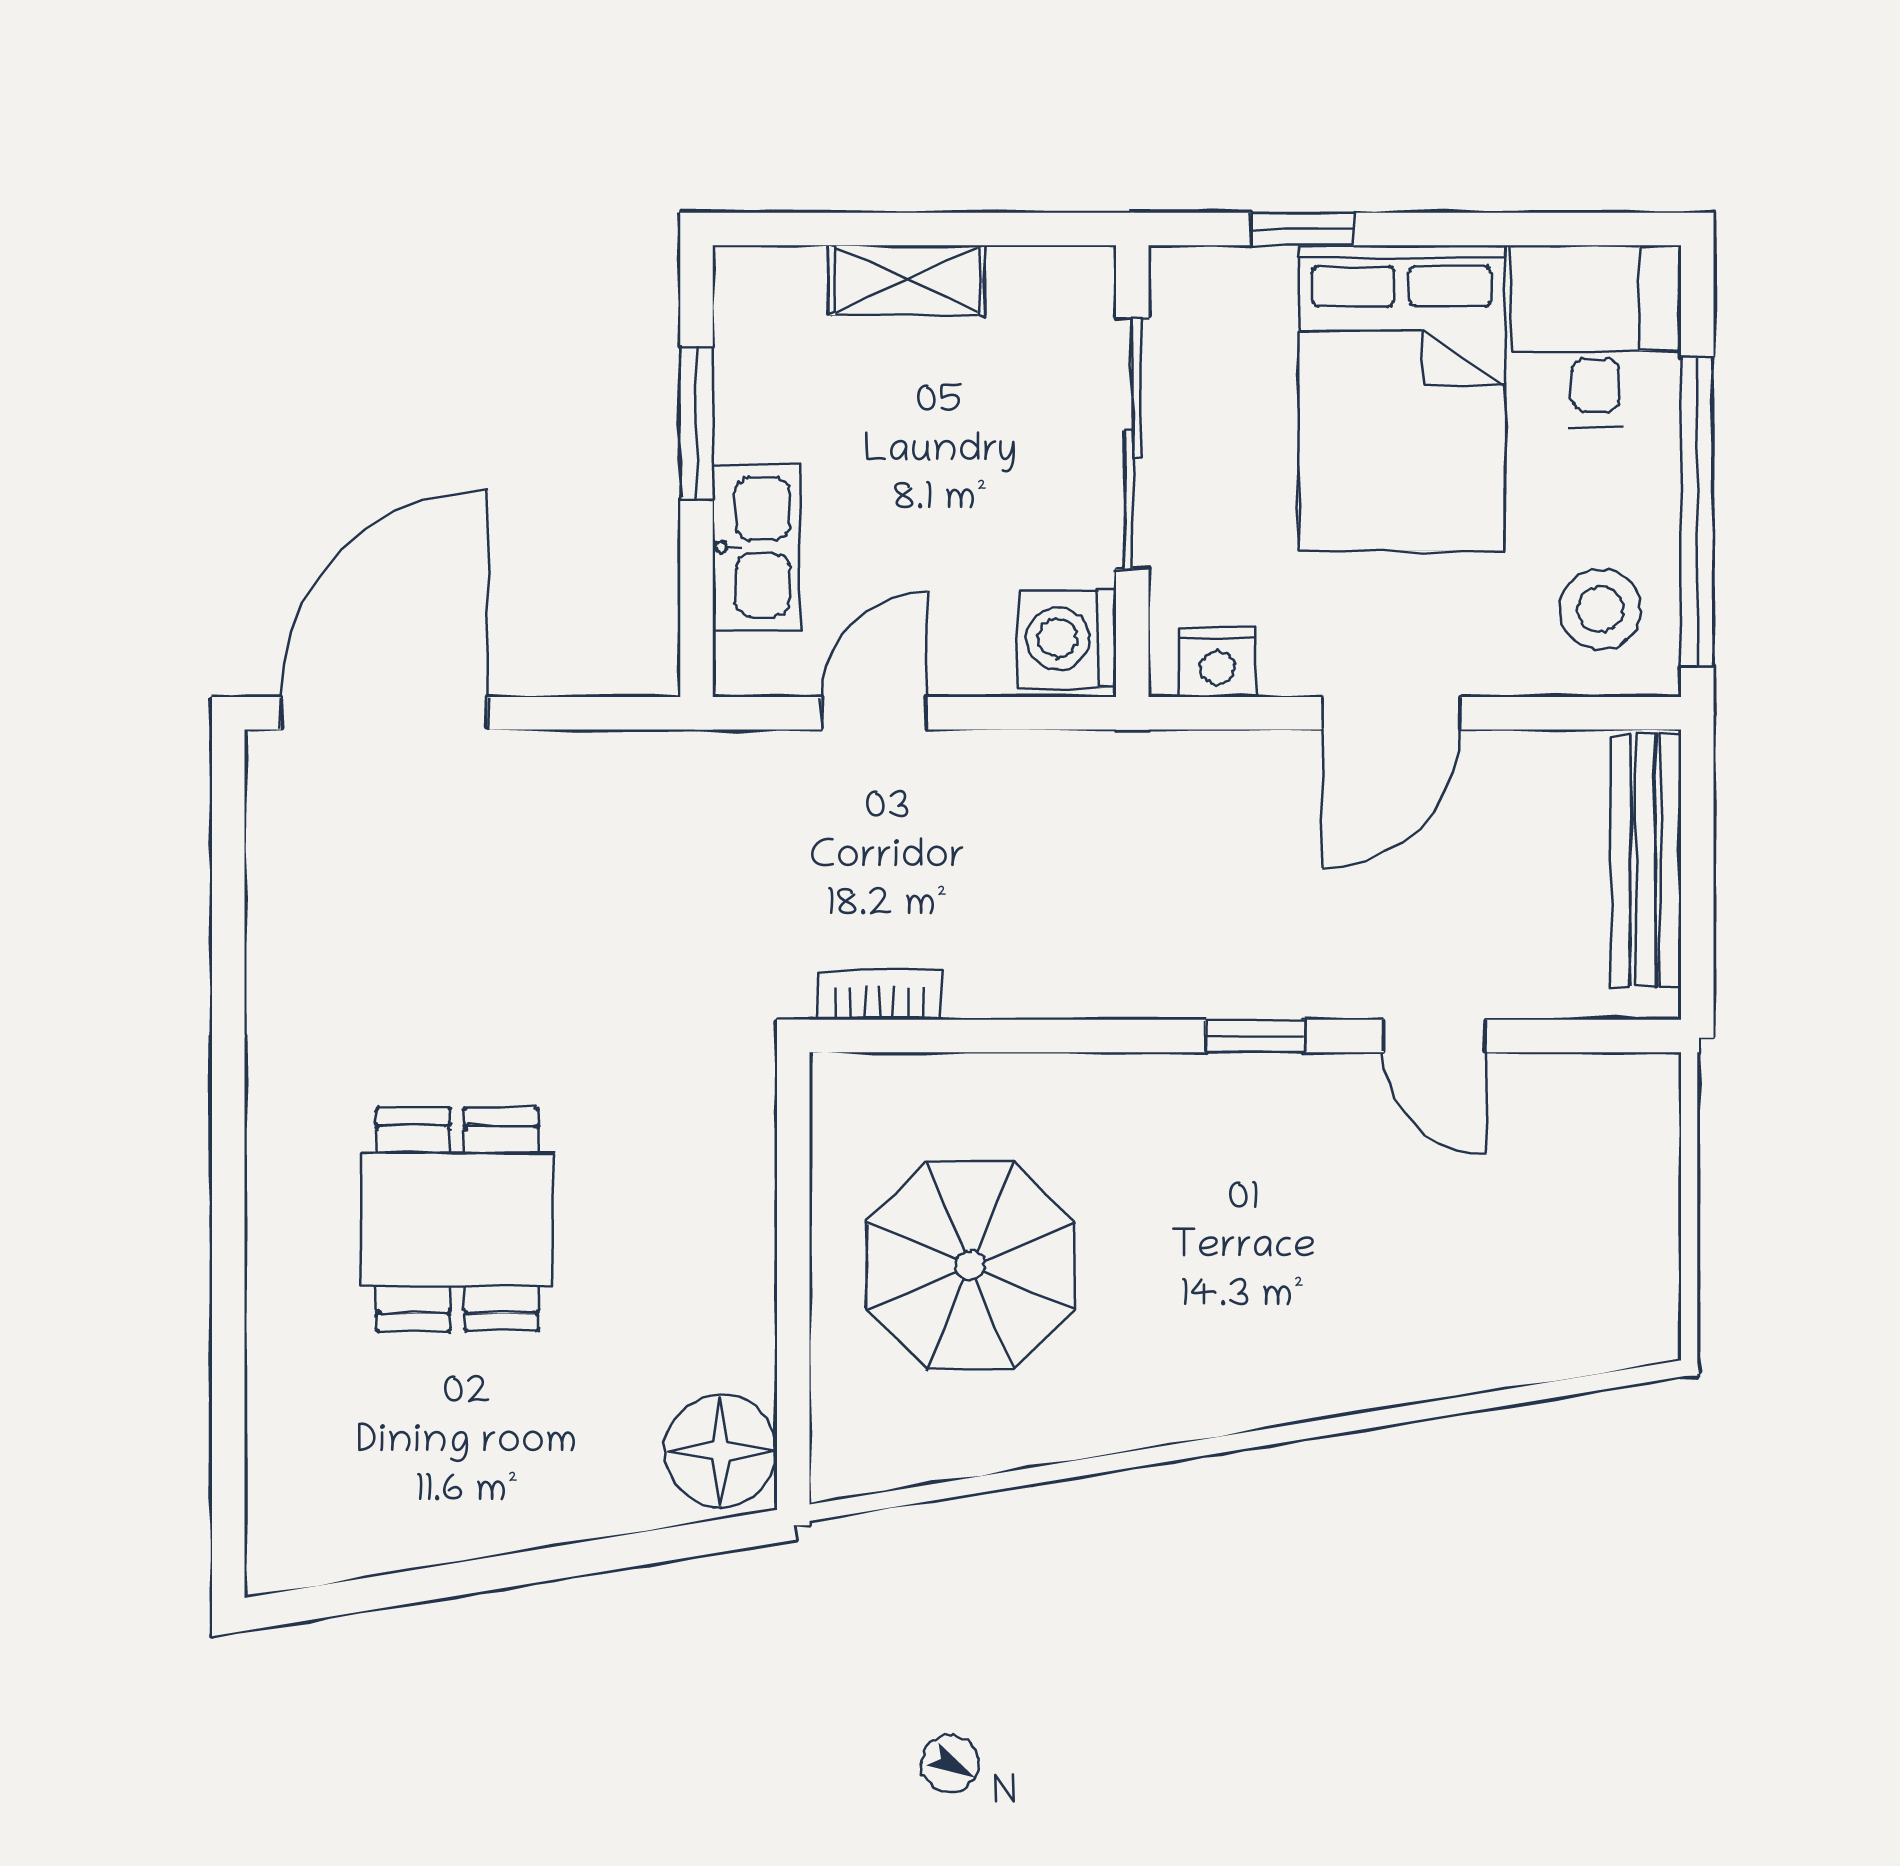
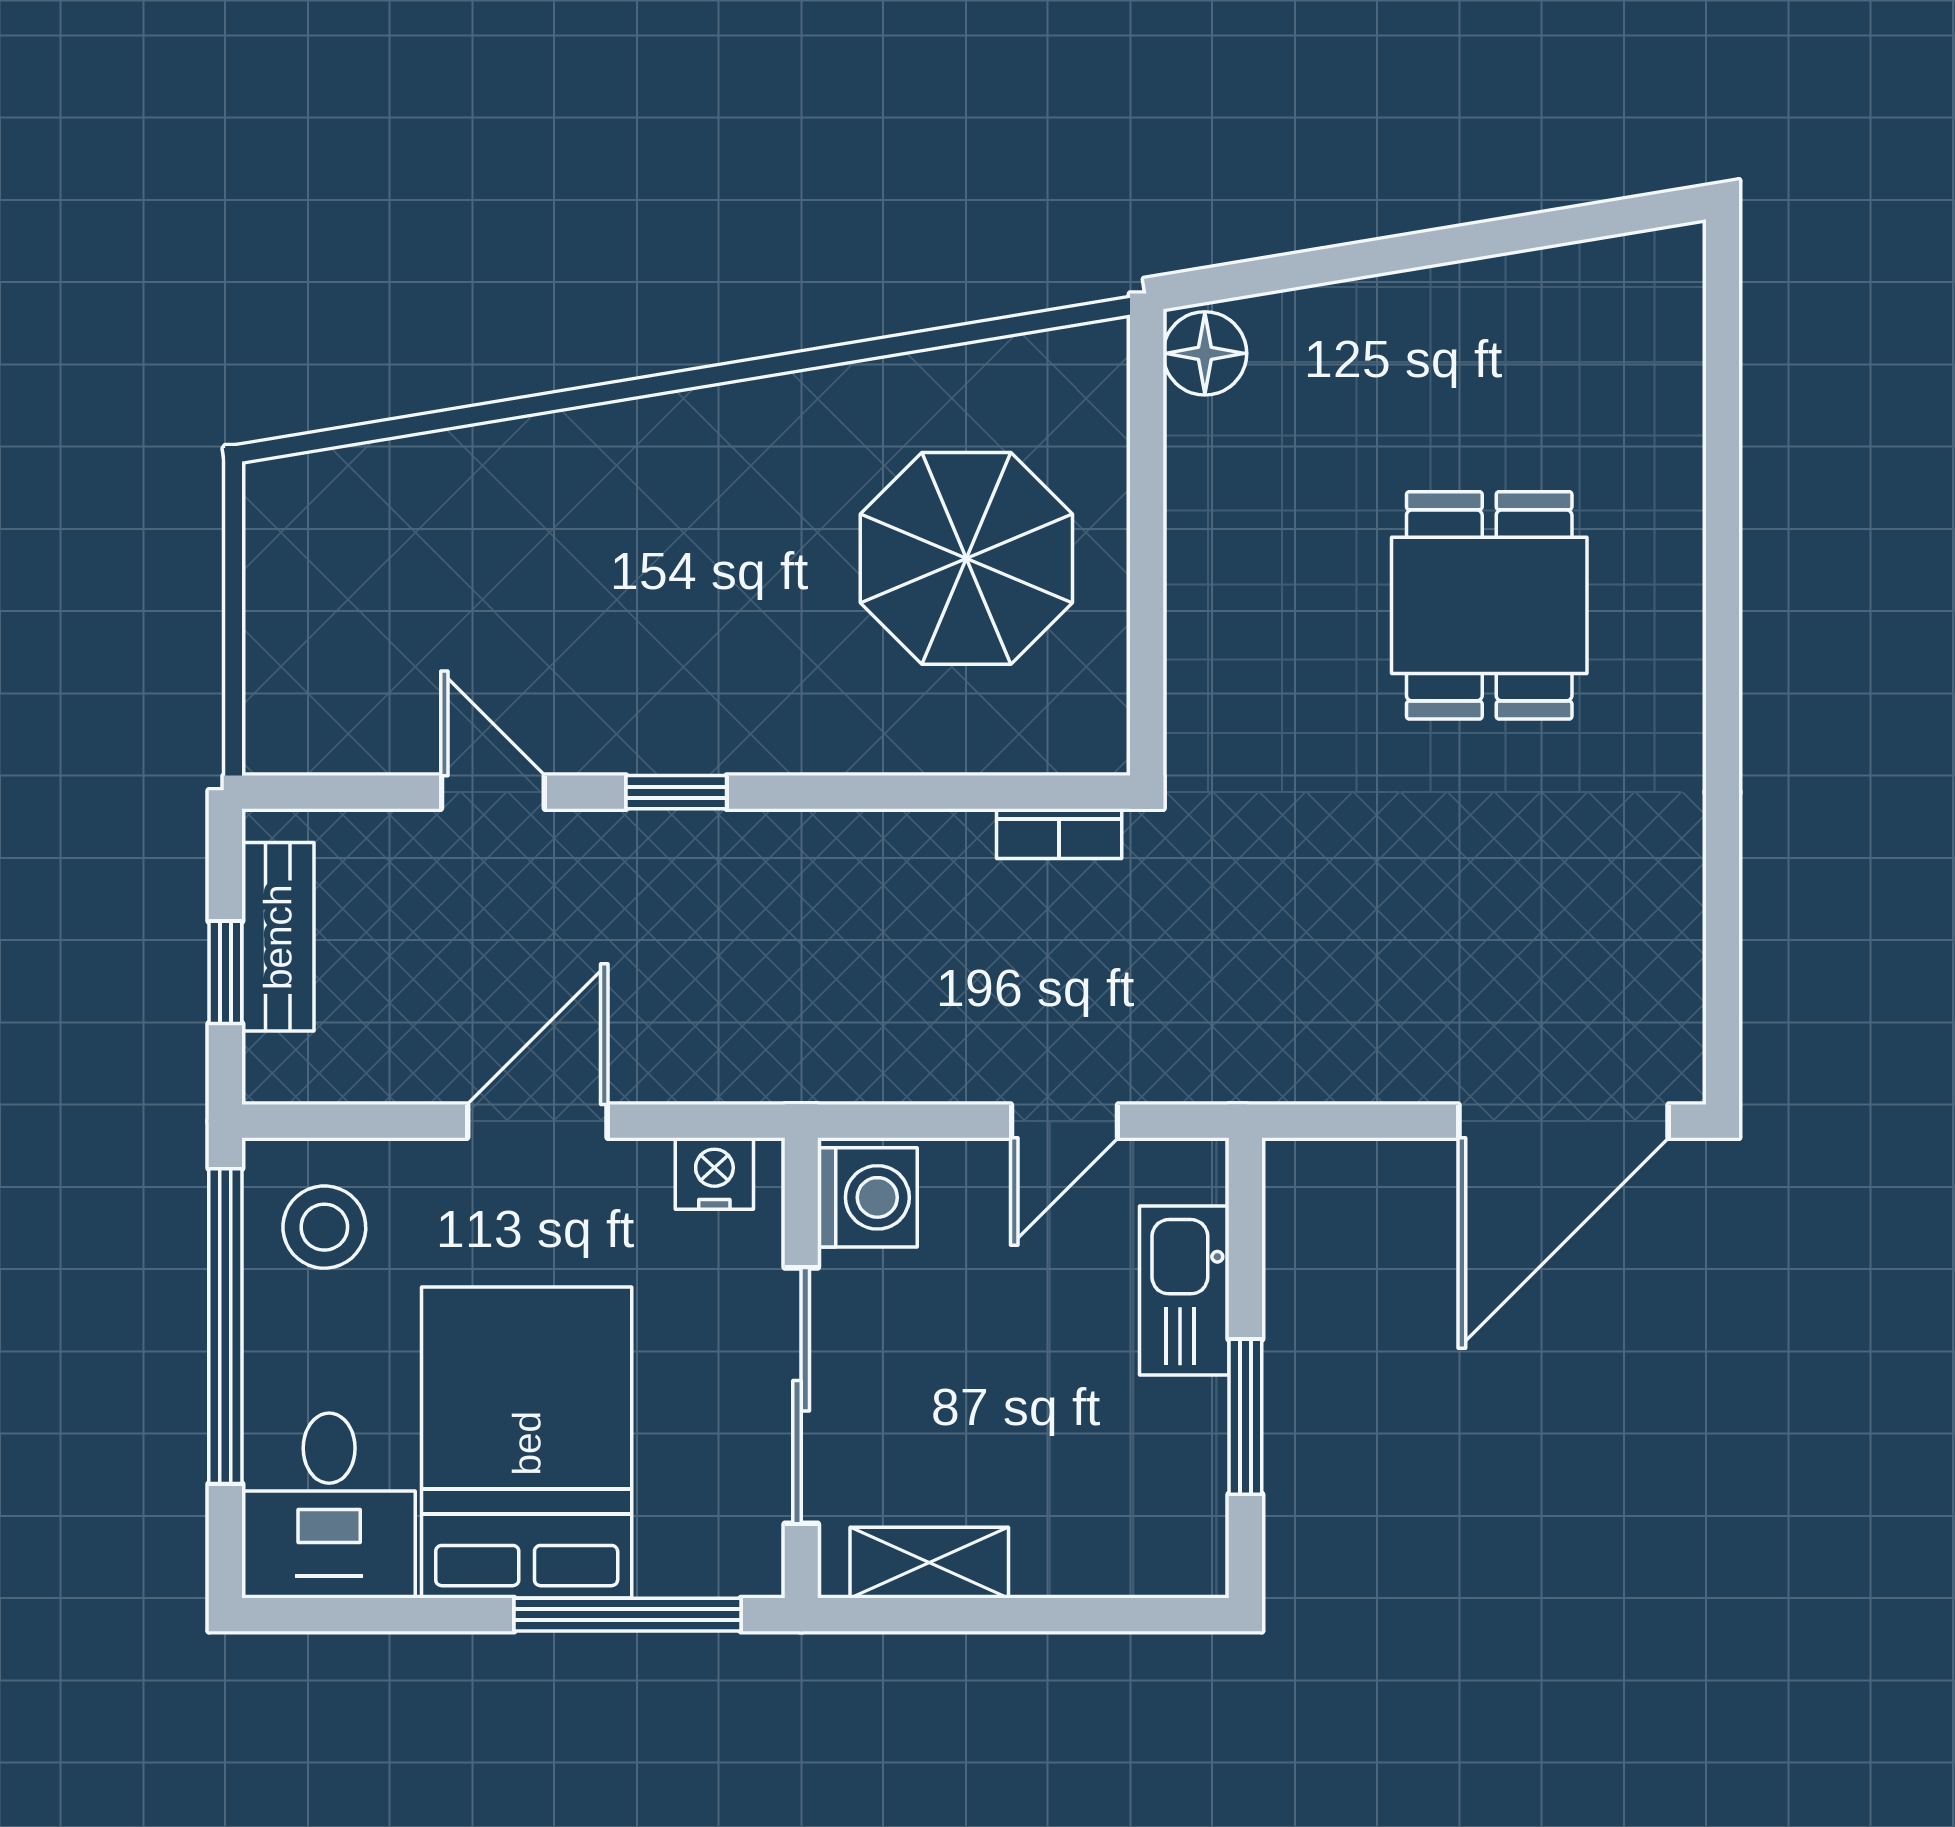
window: (1303, 229) -> (628, 1615), width x2.17
shelving: (907, 280) -> (929, 1563), moved
window: (1697, 859) -> (225, 972), added
bench: (1646, 861) -> (278, 937), width x0.73
floor lamp: (721, 1451) -> (1205, 353), width x0.73, depth x0.73

